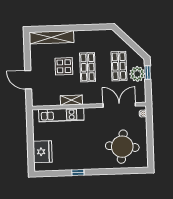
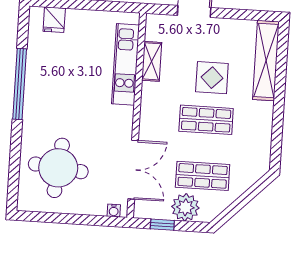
window: (148, 73) -> (162, 225), moved
shelving: (71, 100) -> (152, 61), moved
fridge: (43, 152) -> (54, 20), width x0.53, depth x0.75
window: (78, 173) -> (20, 84), width x3.17

